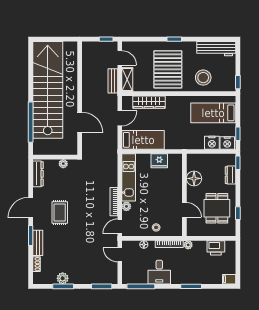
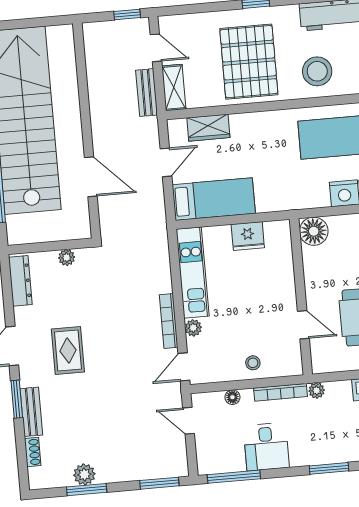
wardrobe: (149, 102) -> (208, 128), width x0.67
floor lamp: (194, 178) -> (314, 231), moved

